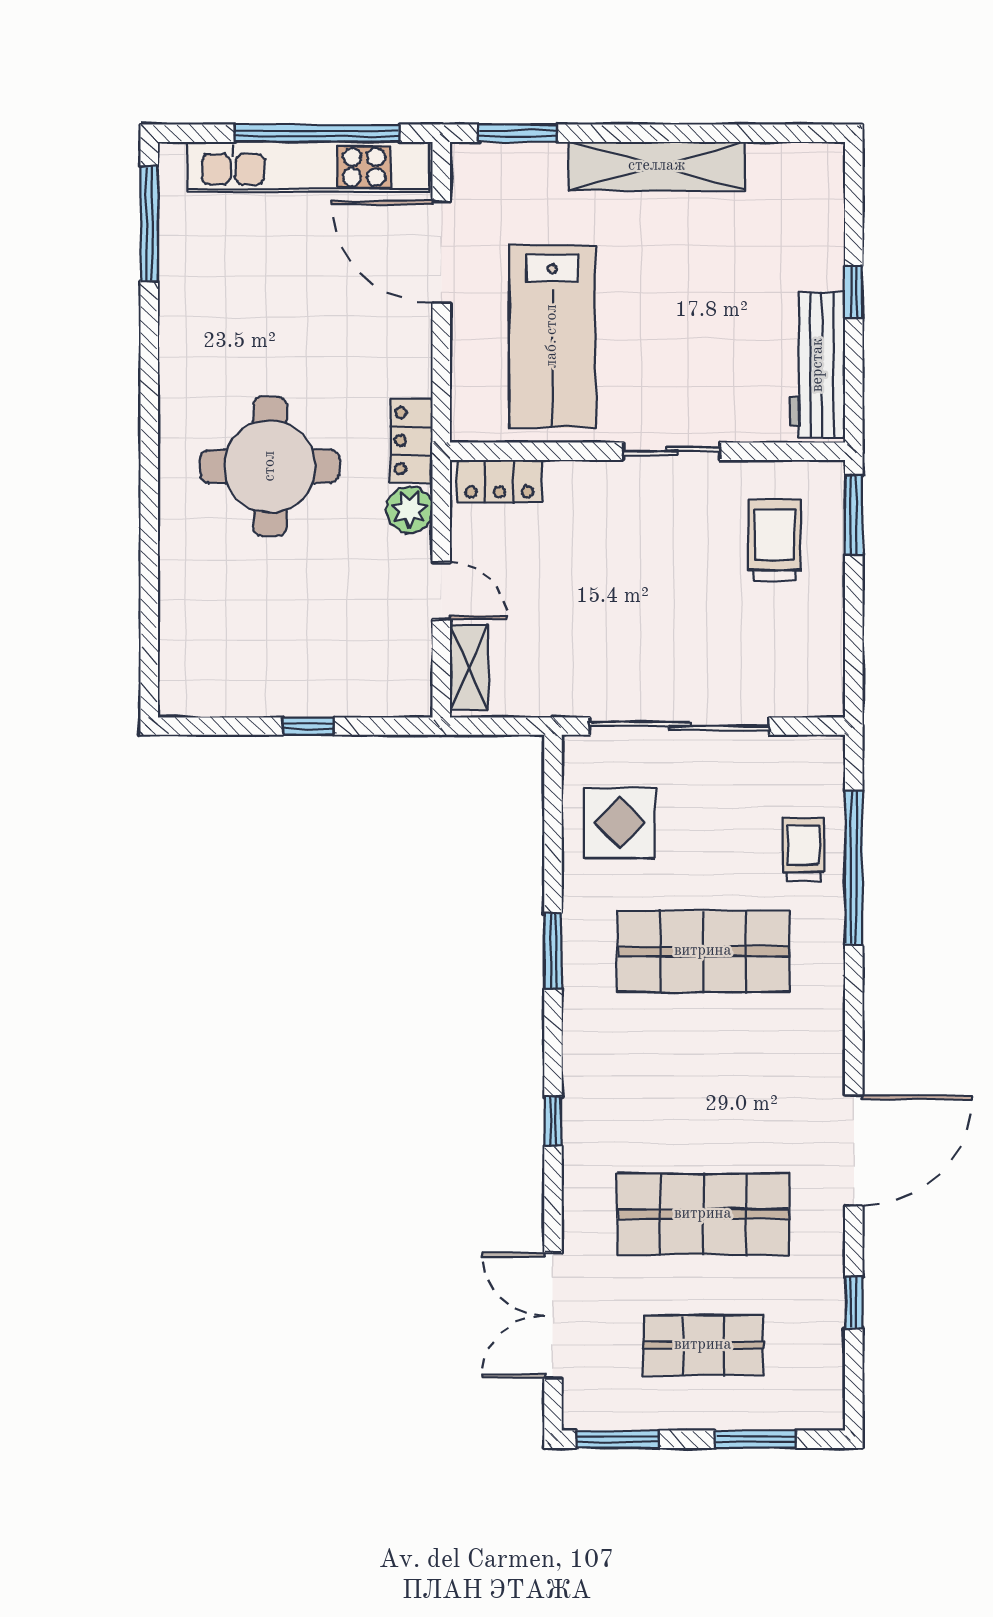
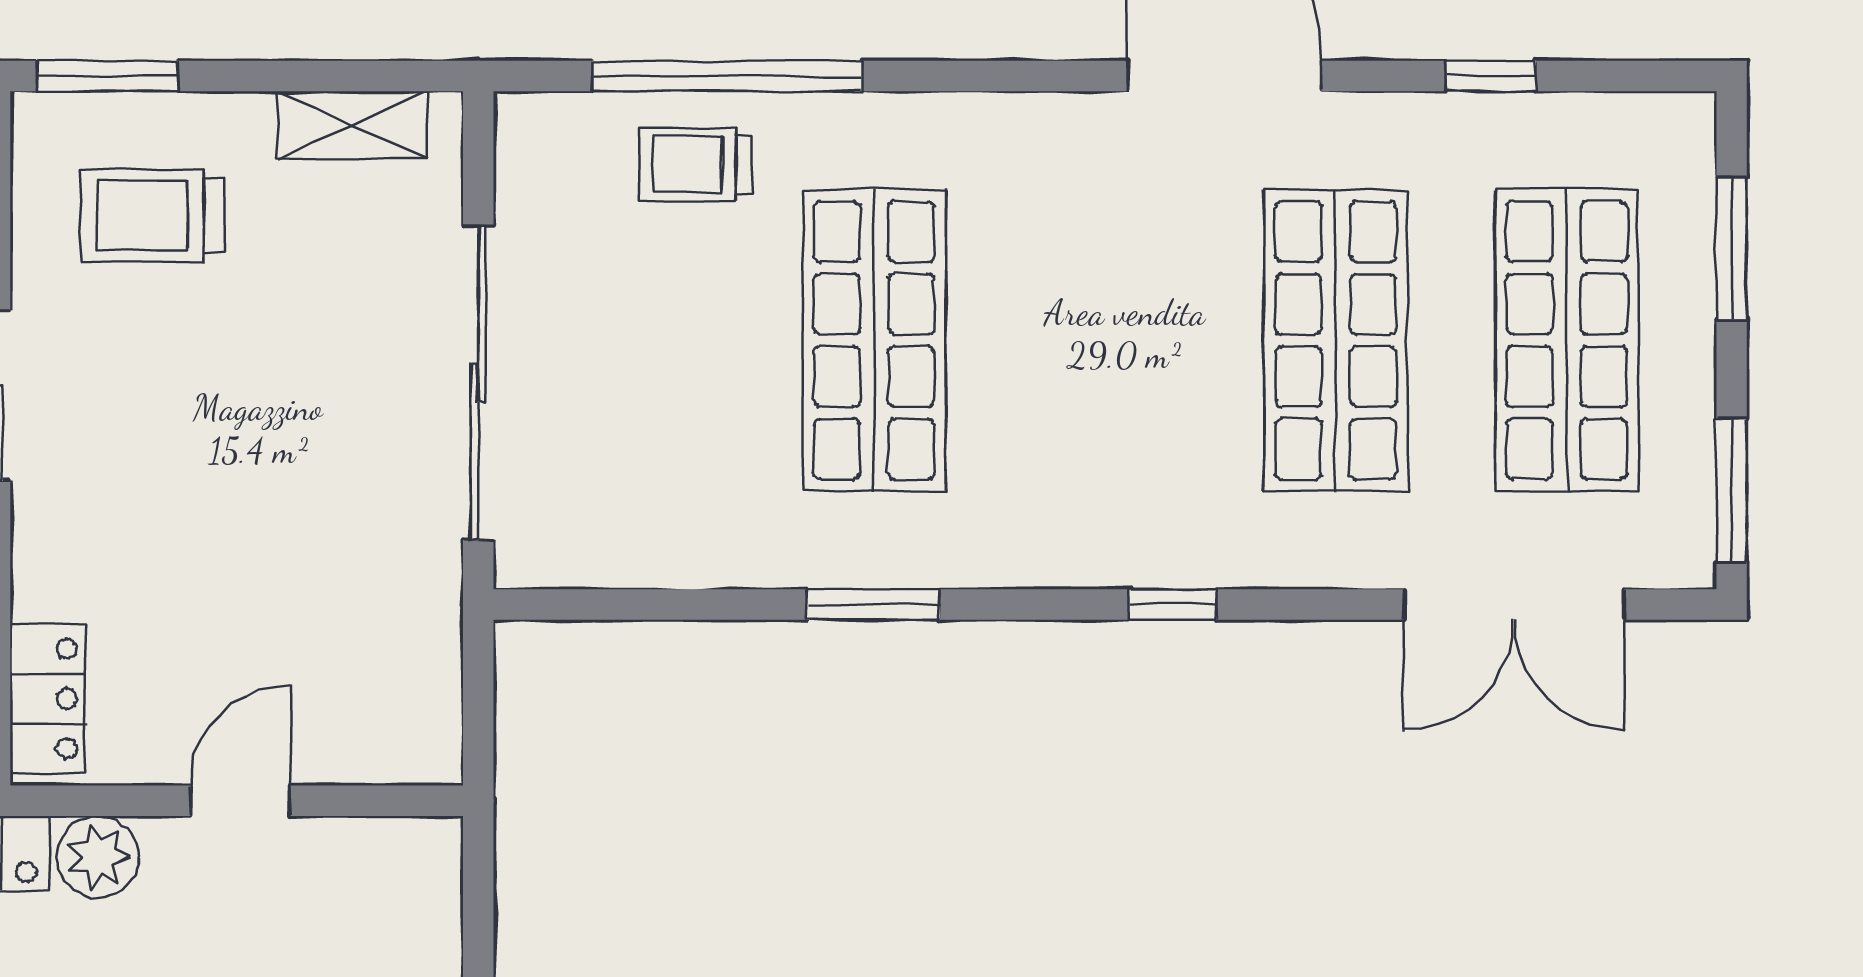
shelving: (469, 667) -> (352, 125), moved
display table: (620, 823) -> (648, 487), removed
shop shelf: (703, 1345) -> (1567, 340), width x1.43, depth x1.36

